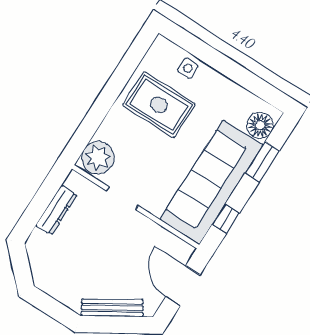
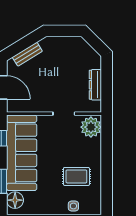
rug: (159, 105) -> (76, 176), width x0.73, depth x0.70
bench: (112, 308) -> (27, 54), width x0.73

